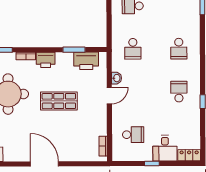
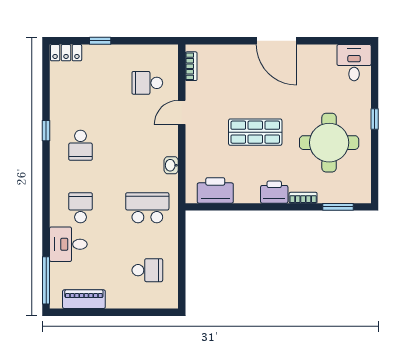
school desk: (133, 49) -> (147, 208), width x1.85
window: (74, 50) -> (233, 207), removed
door: (109, 96) -> (182, 112), moved
desk: (165, 148) -> (68, 244), moved, turned -90
window: (152, 163) -> (100, 41), moved

